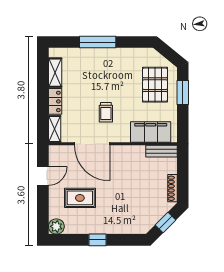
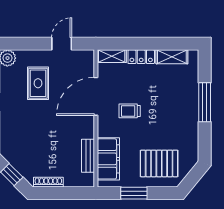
window: (183, 92) -> (134, 193), moved
bench: (161, 151) -> (88, 156), moved
door: (43, 176) -> (62, 44), swing flipped

